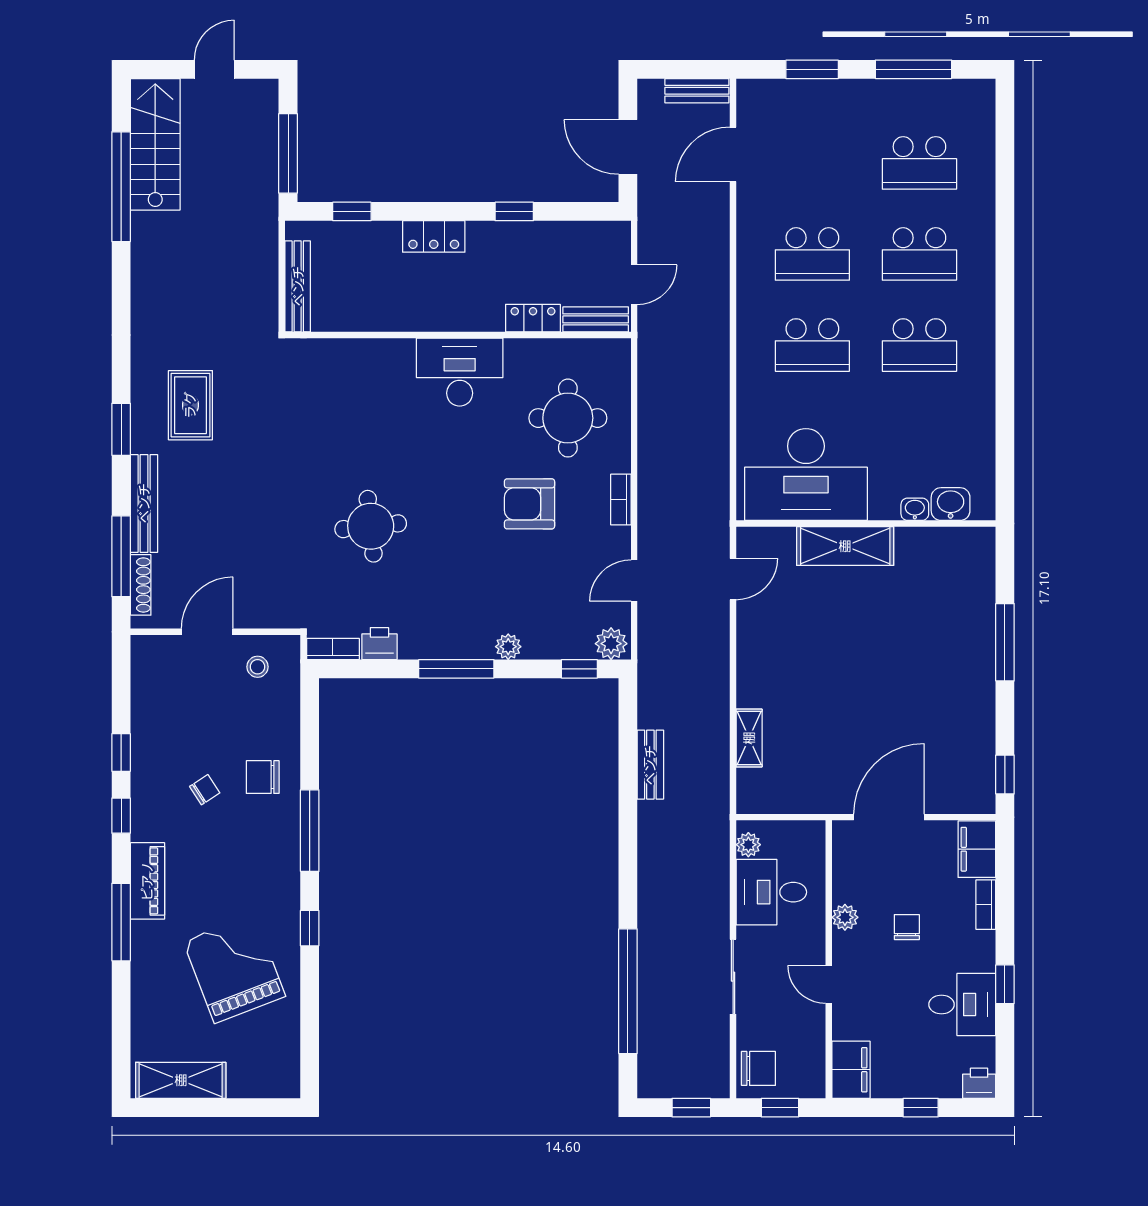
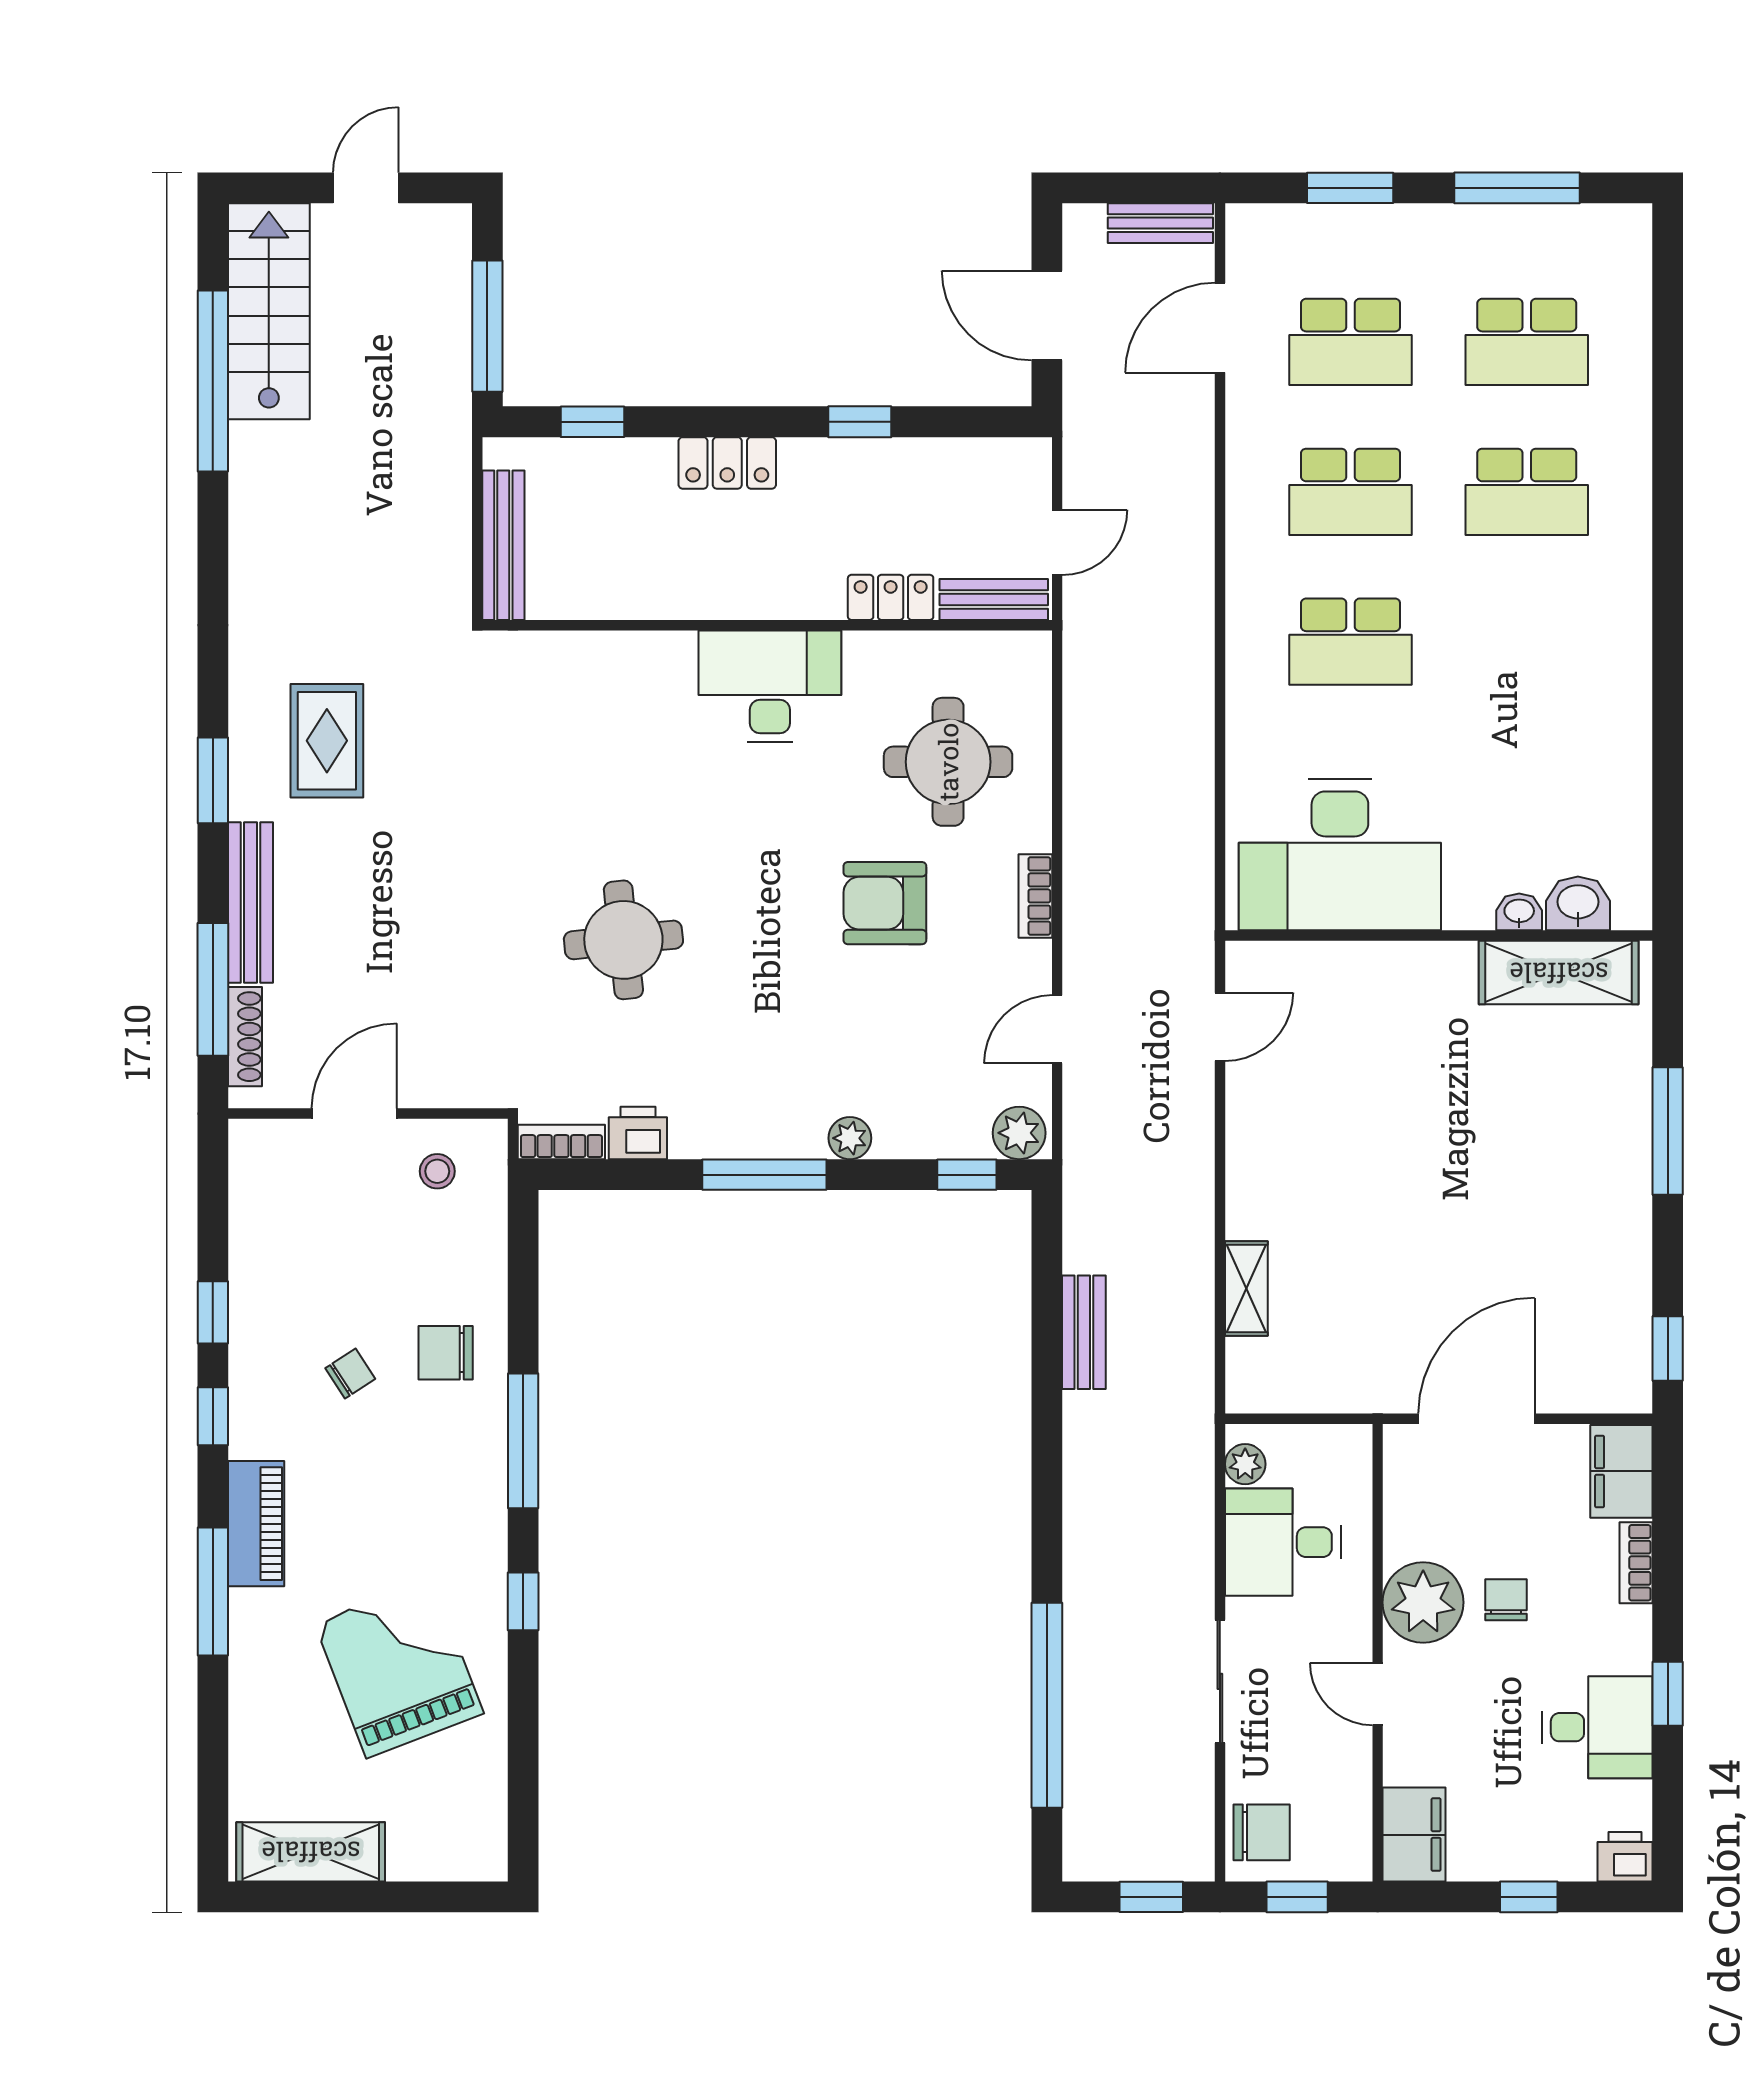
school desk: (919, 345) -> (1351, 342), moved
shelving: (845, 546) -> (1559, 973), moved
plant: (845, 917) -> (1423, 1602), width x1.87, depth x1.87

